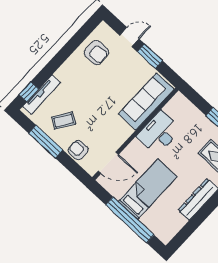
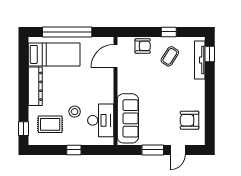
desk: (159, 133) -> (101, 120), moved
window: (46, 142) -> (169, 32), width x0.46
stool: (185, 148) -> (75, 112), added
bed: (148, 189) -> (54, 54), moved, turned -90

